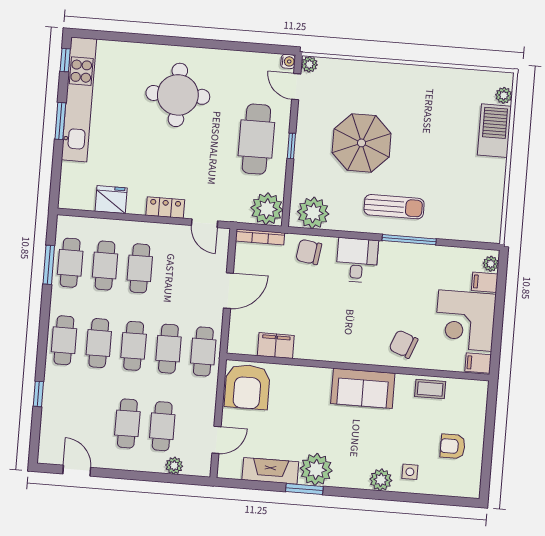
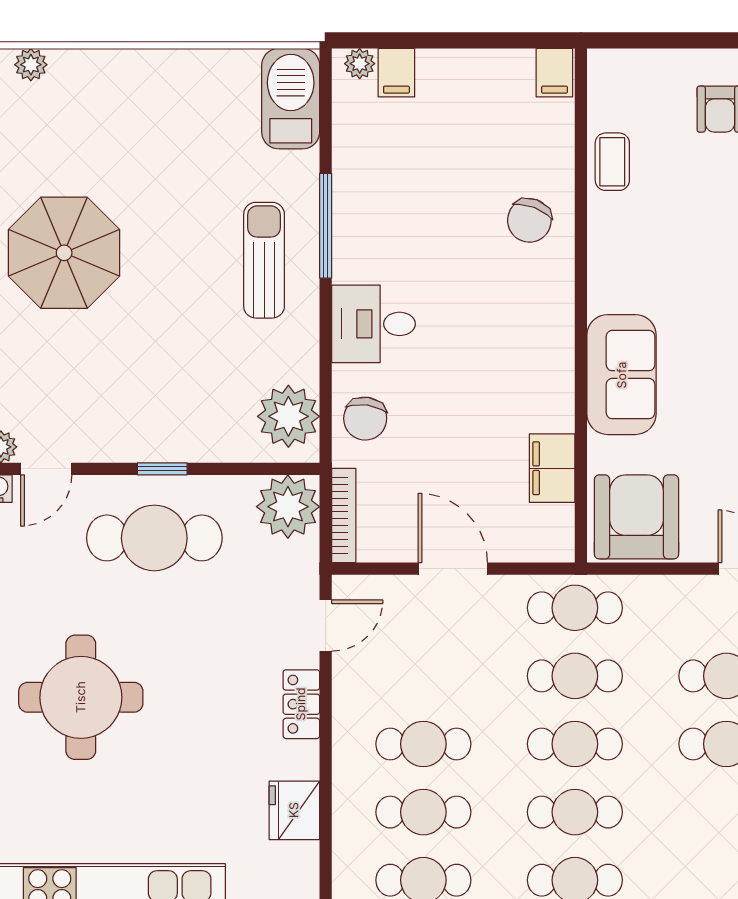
barbecue: (494, 131) -> (291, 99), moved, turned 90
parasol: (362, 143) -> (64, 253), moved
corner desk: (465, 321) -> (474, 104), removed
armchair: (247, 387) -> (636, 517), turned -90
sofa: (363, 388) -> (622, 375), moved

